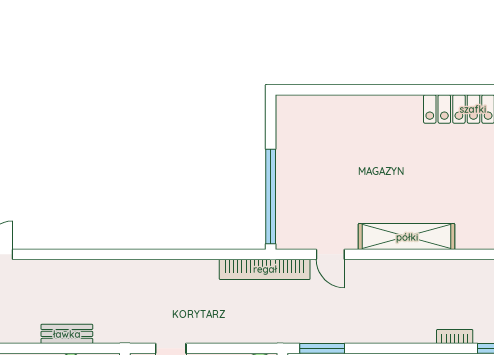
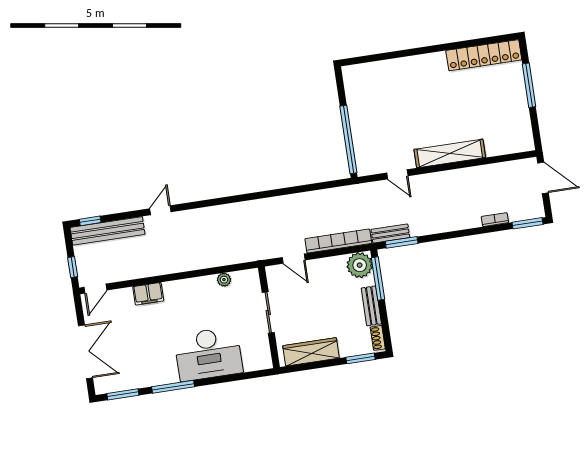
bookcase: (265, 269) -> (338, 241), moved, turned 180
bench: (67, 334) -> (390, 233), moved

